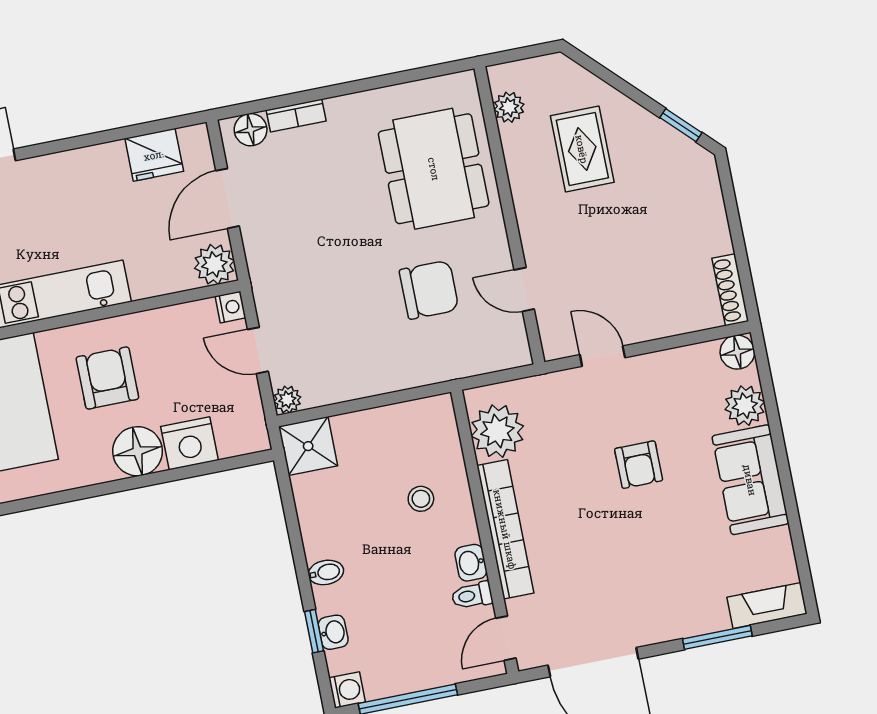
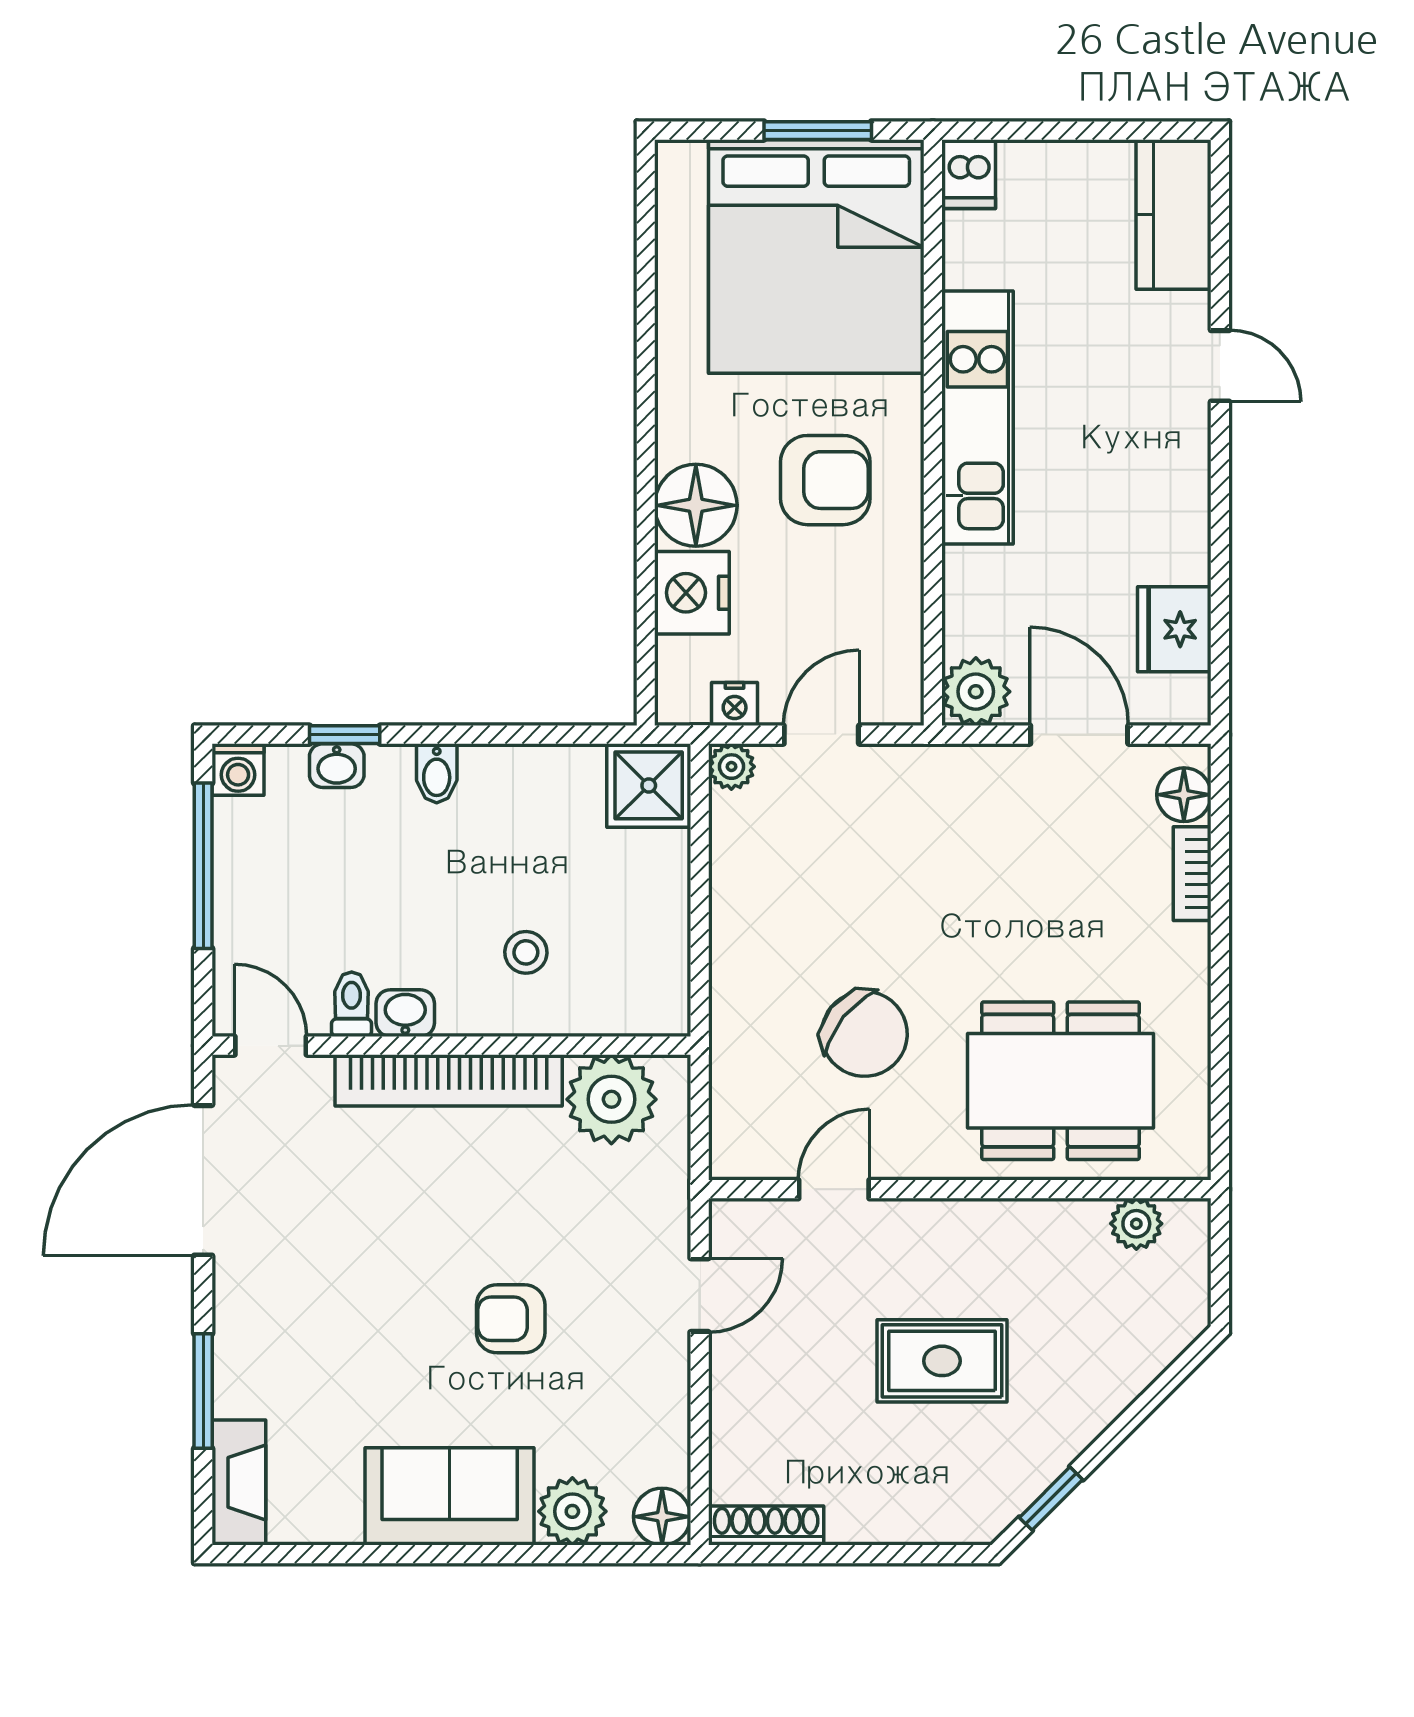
rug: (582, 149) -> (942, 1361), moved
chair: (429, 290) -> (864, 1034), turned -51
nightstand: (230, 307) -> (735, 704), moved

